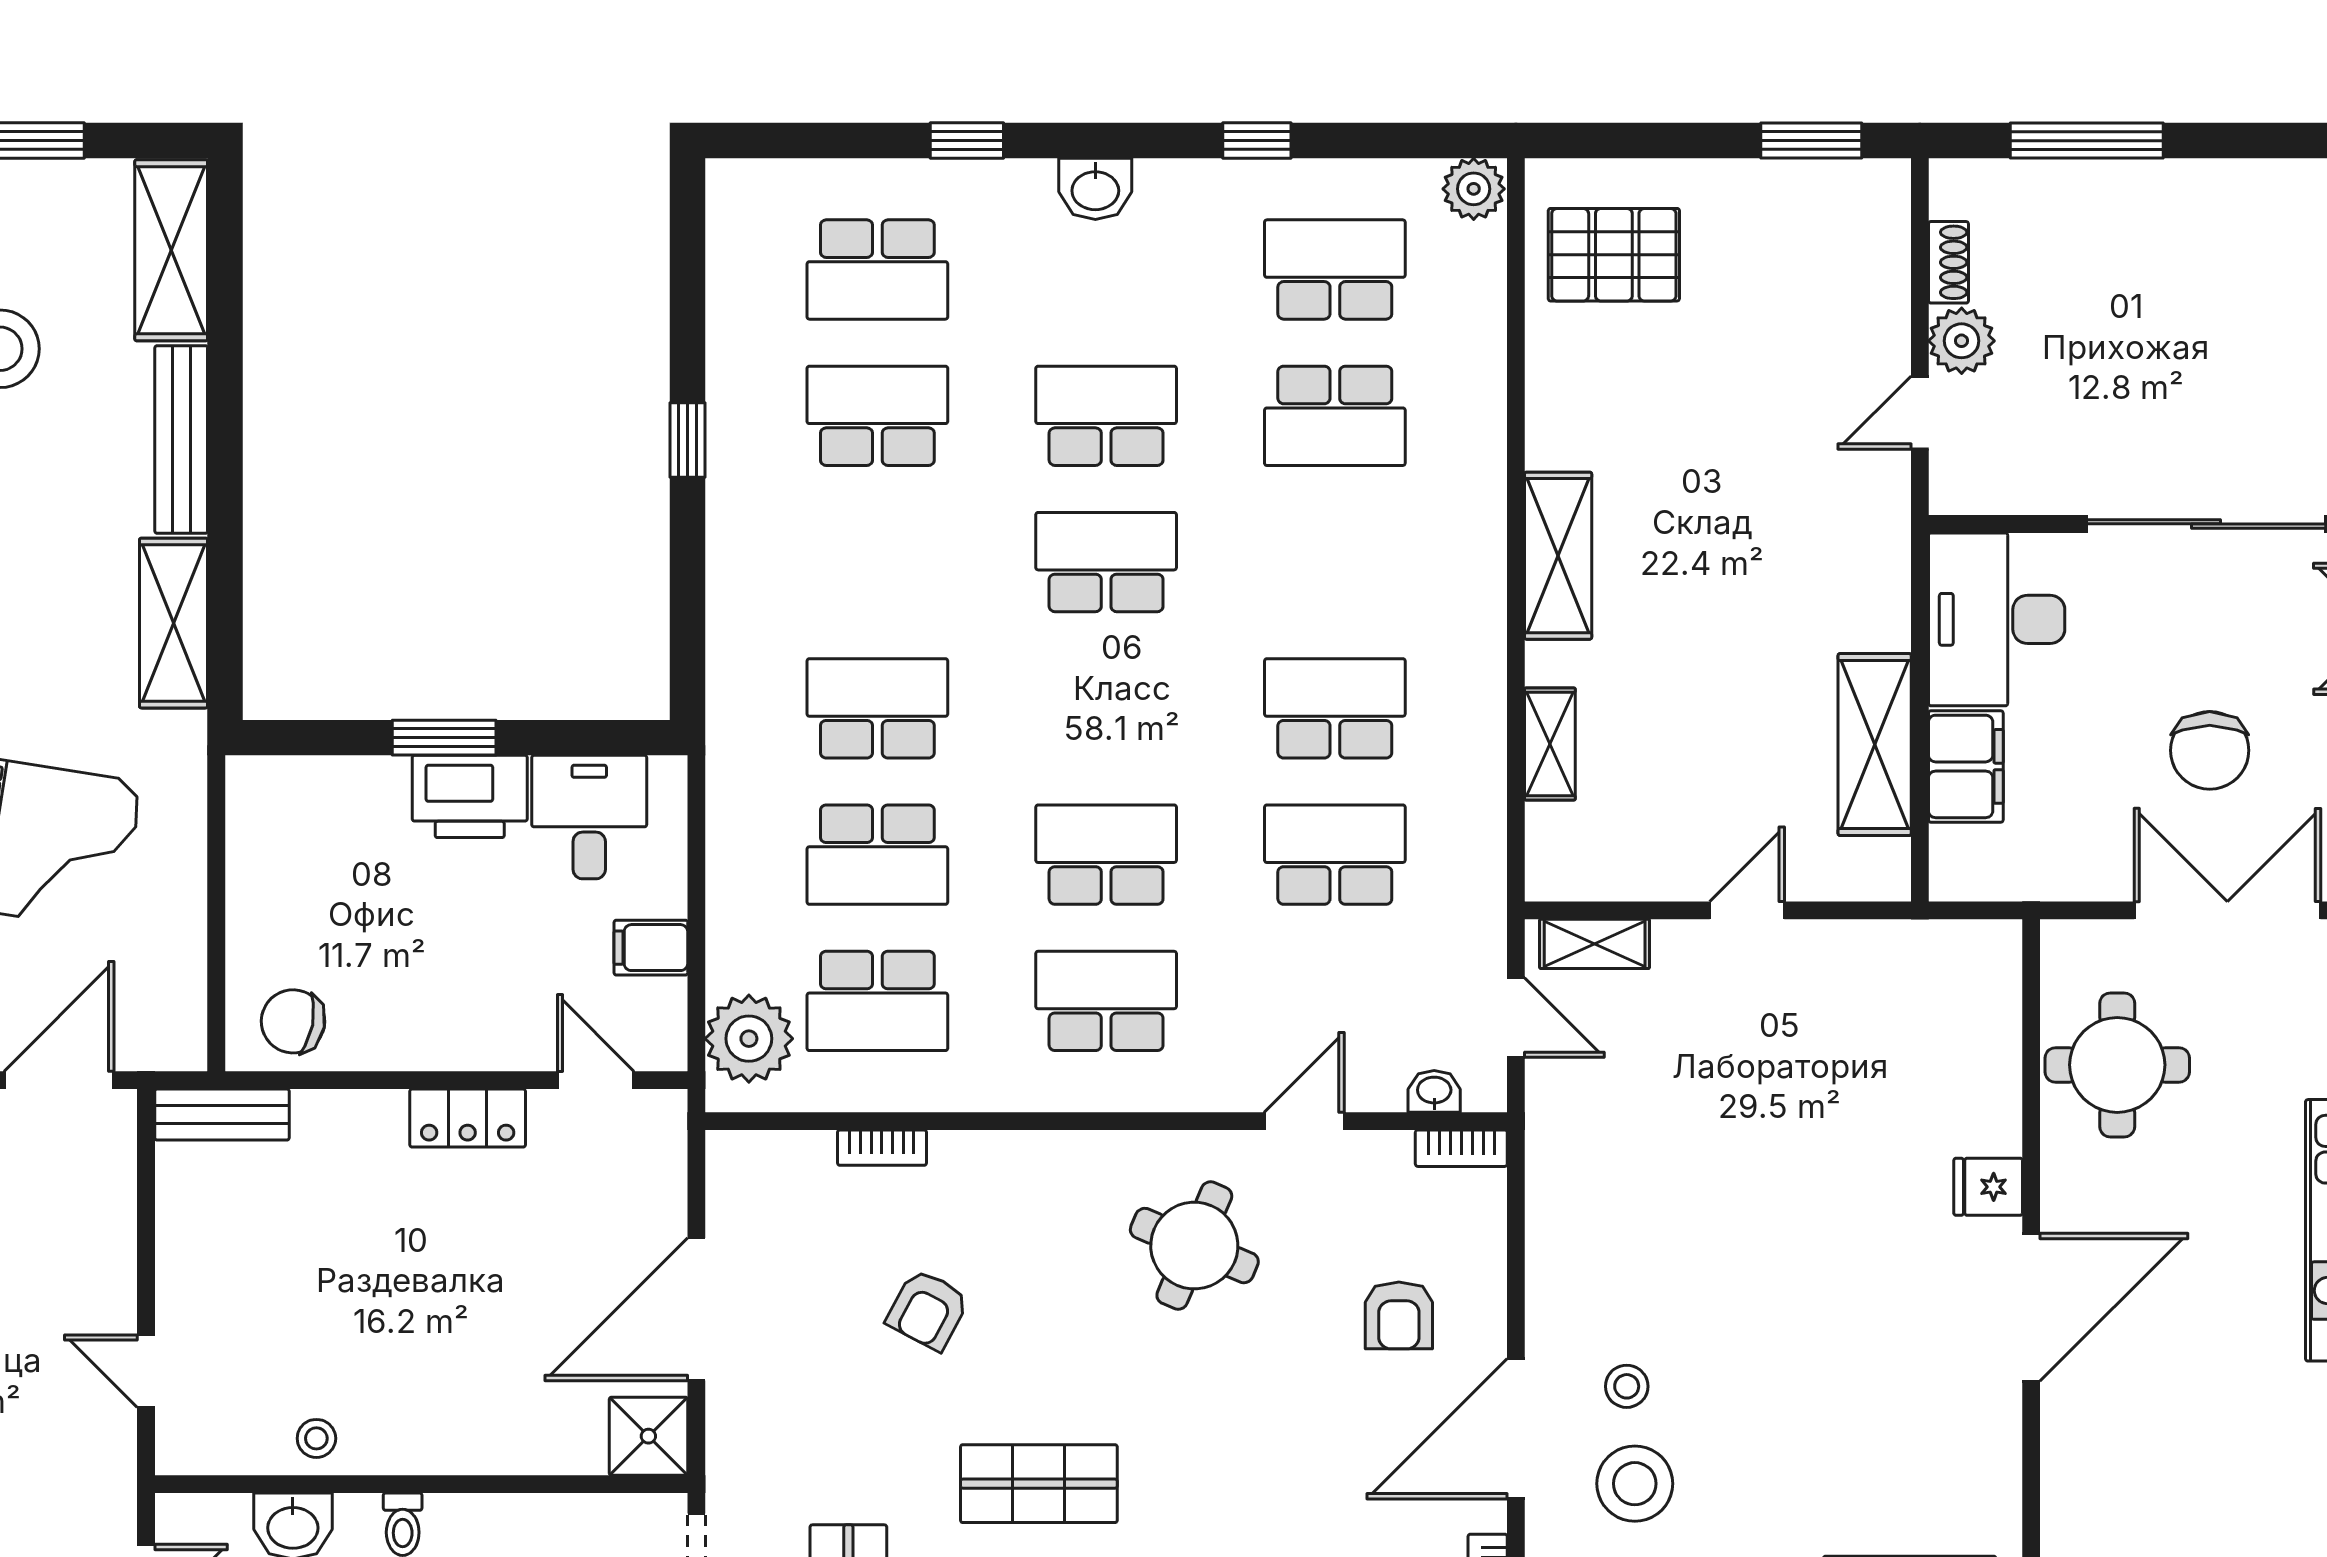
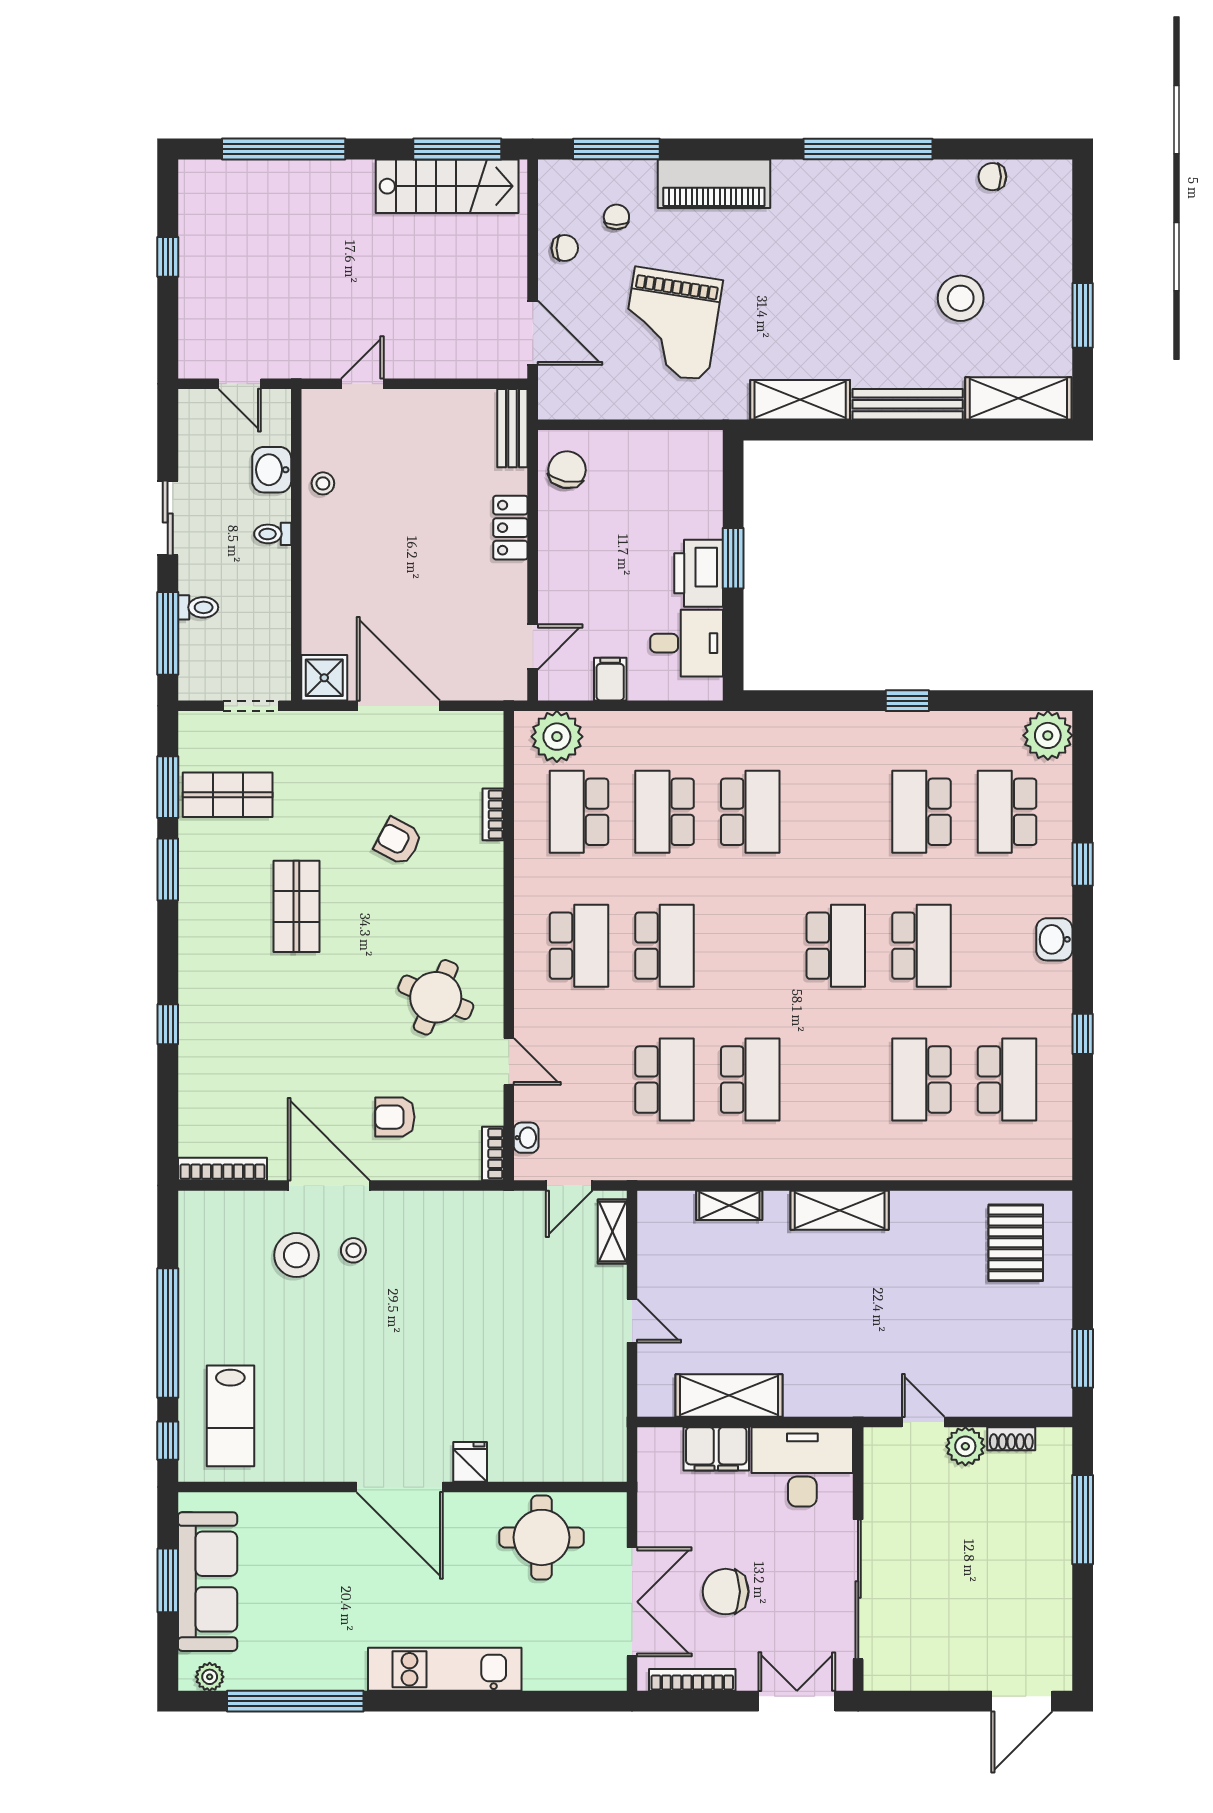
plant: (1474, 189) -> (1048, 735), moved, width x1.36, depth x1.36
school desk: (877, 416) -> (921, 812), turned 180
locker: (468, 1118) -> (510, 528), moved

